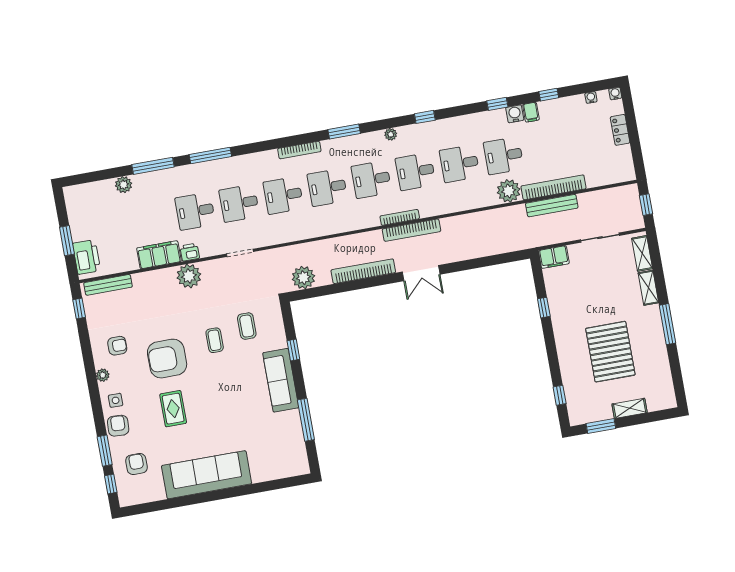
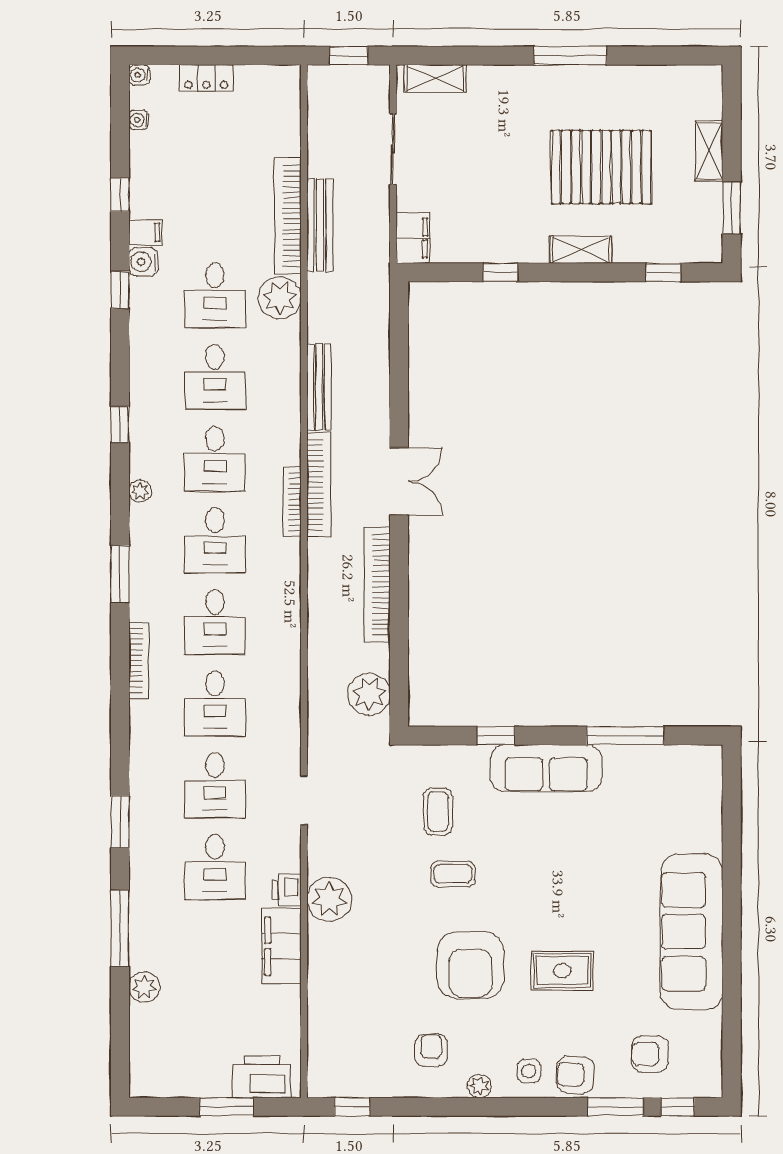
window: (210, 156) -> (120, 822), width x0.69
bench: (108, 285) -> (319, 387), moved
shelving: (648, 288) -> (581, 250), moved
coffee table: (247, 326) -> (438, 812), turned 90

